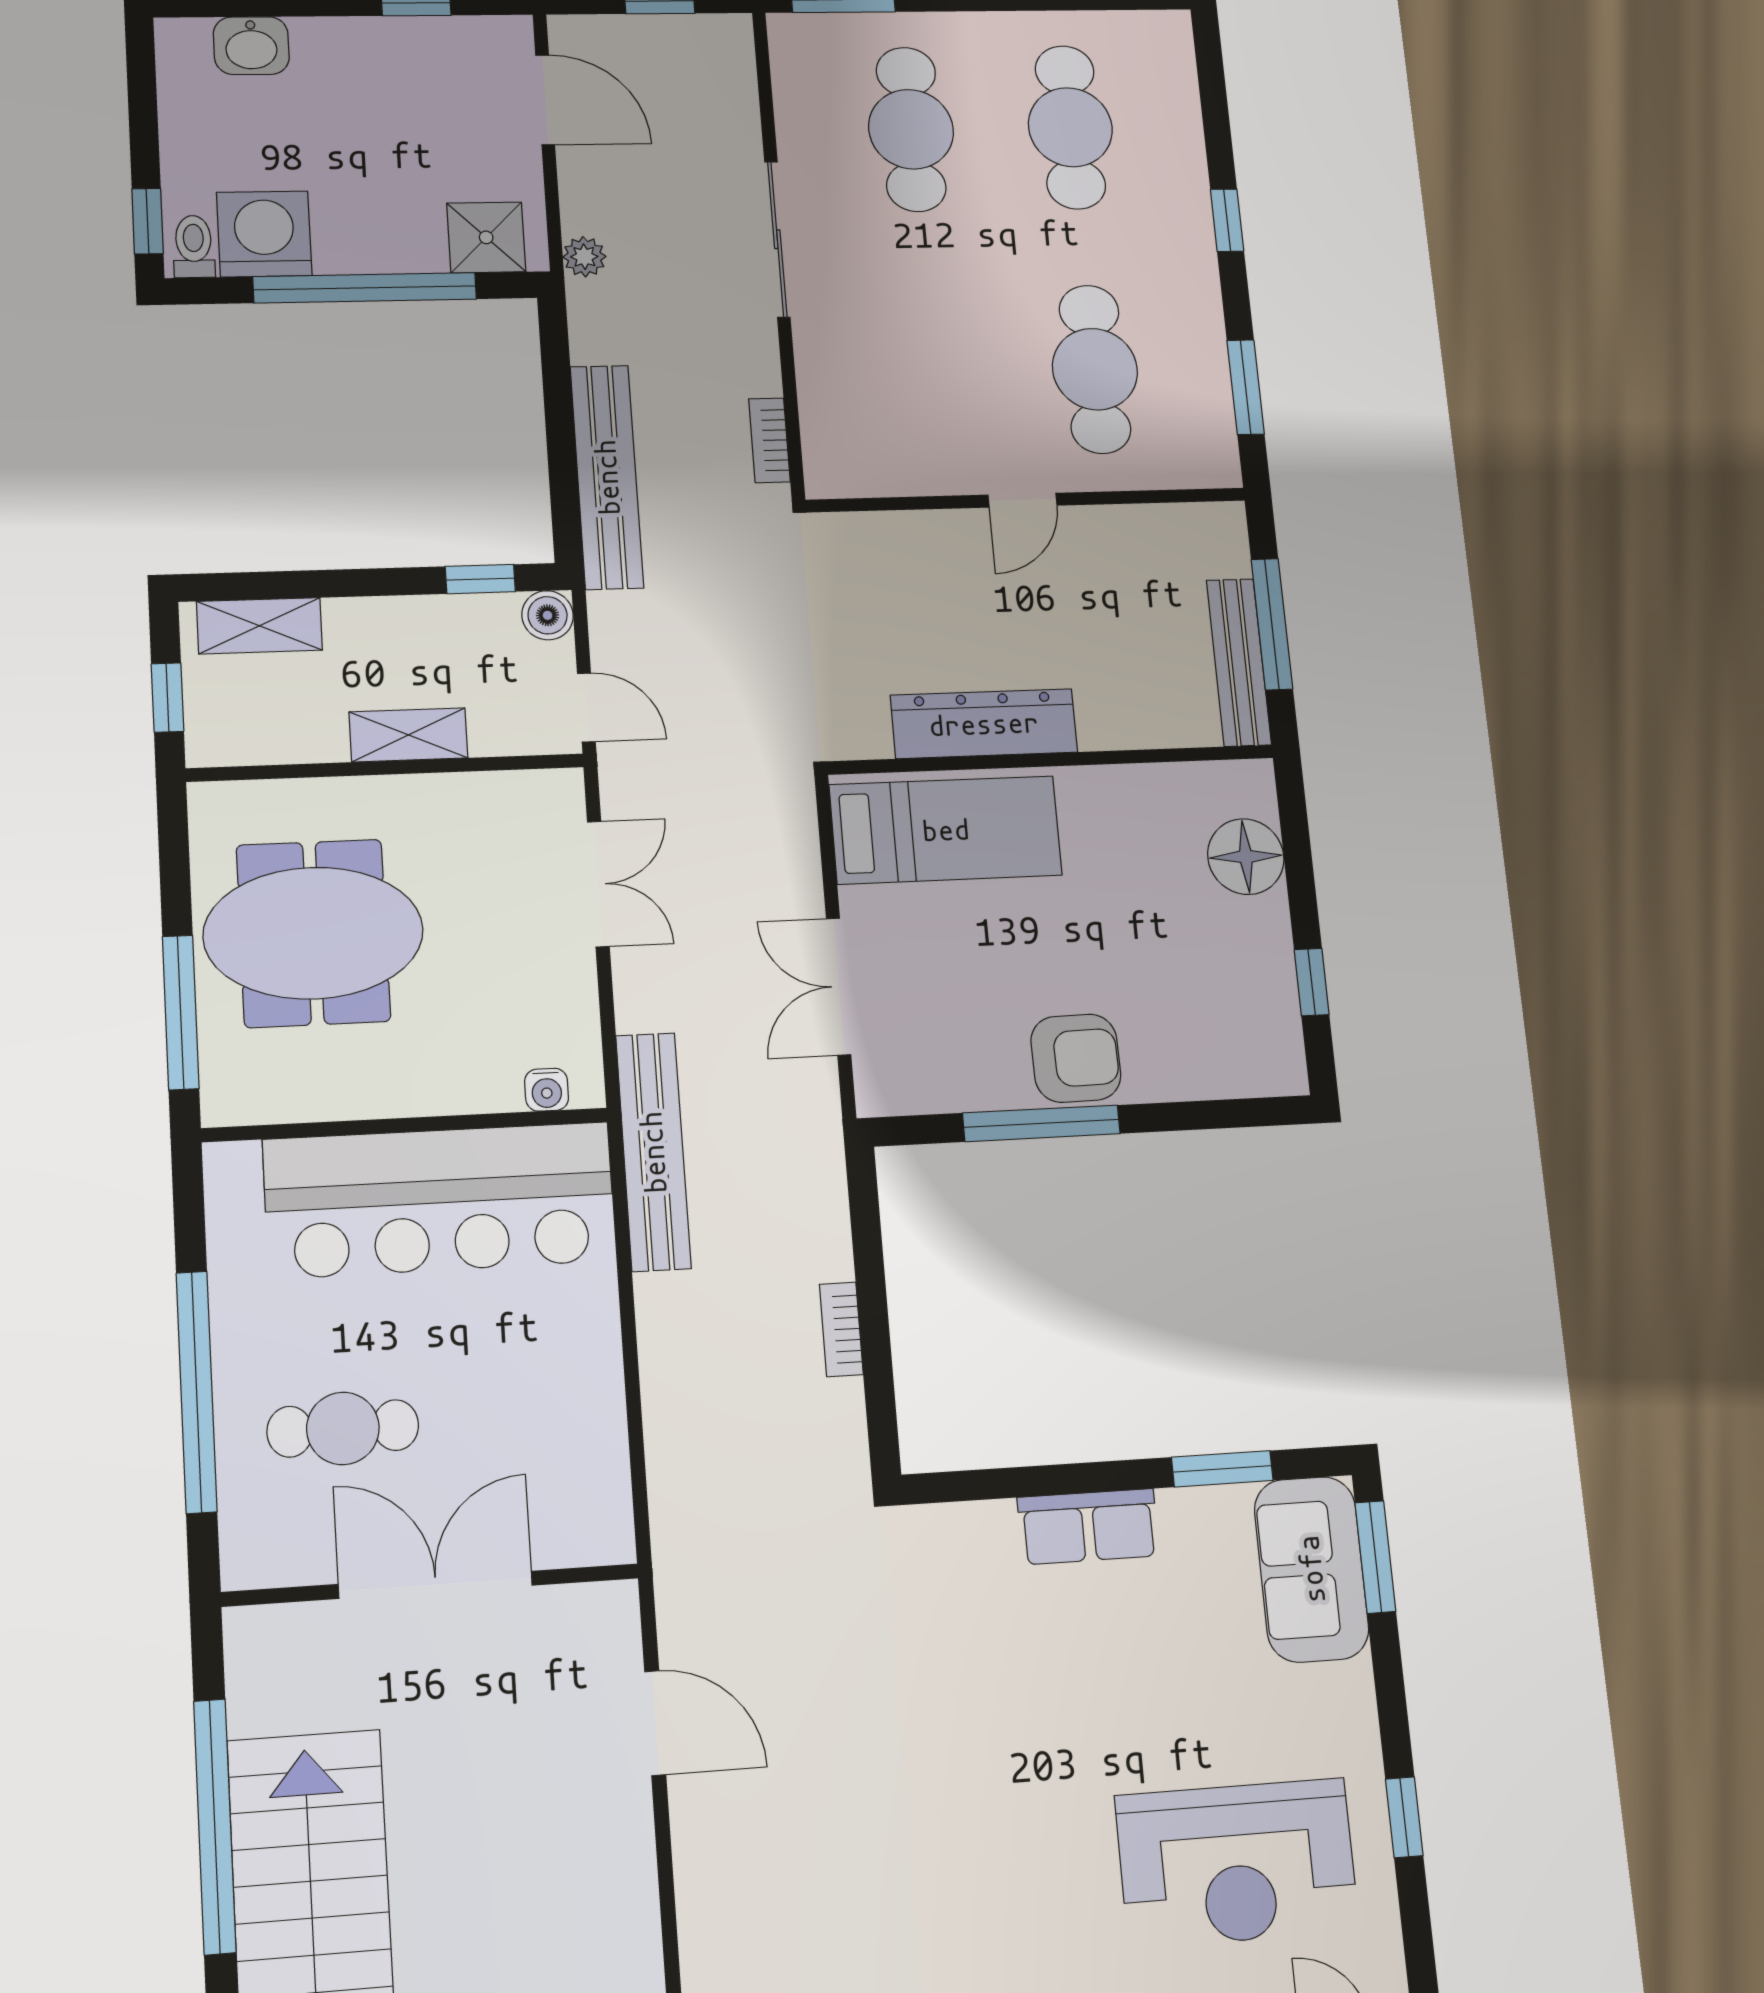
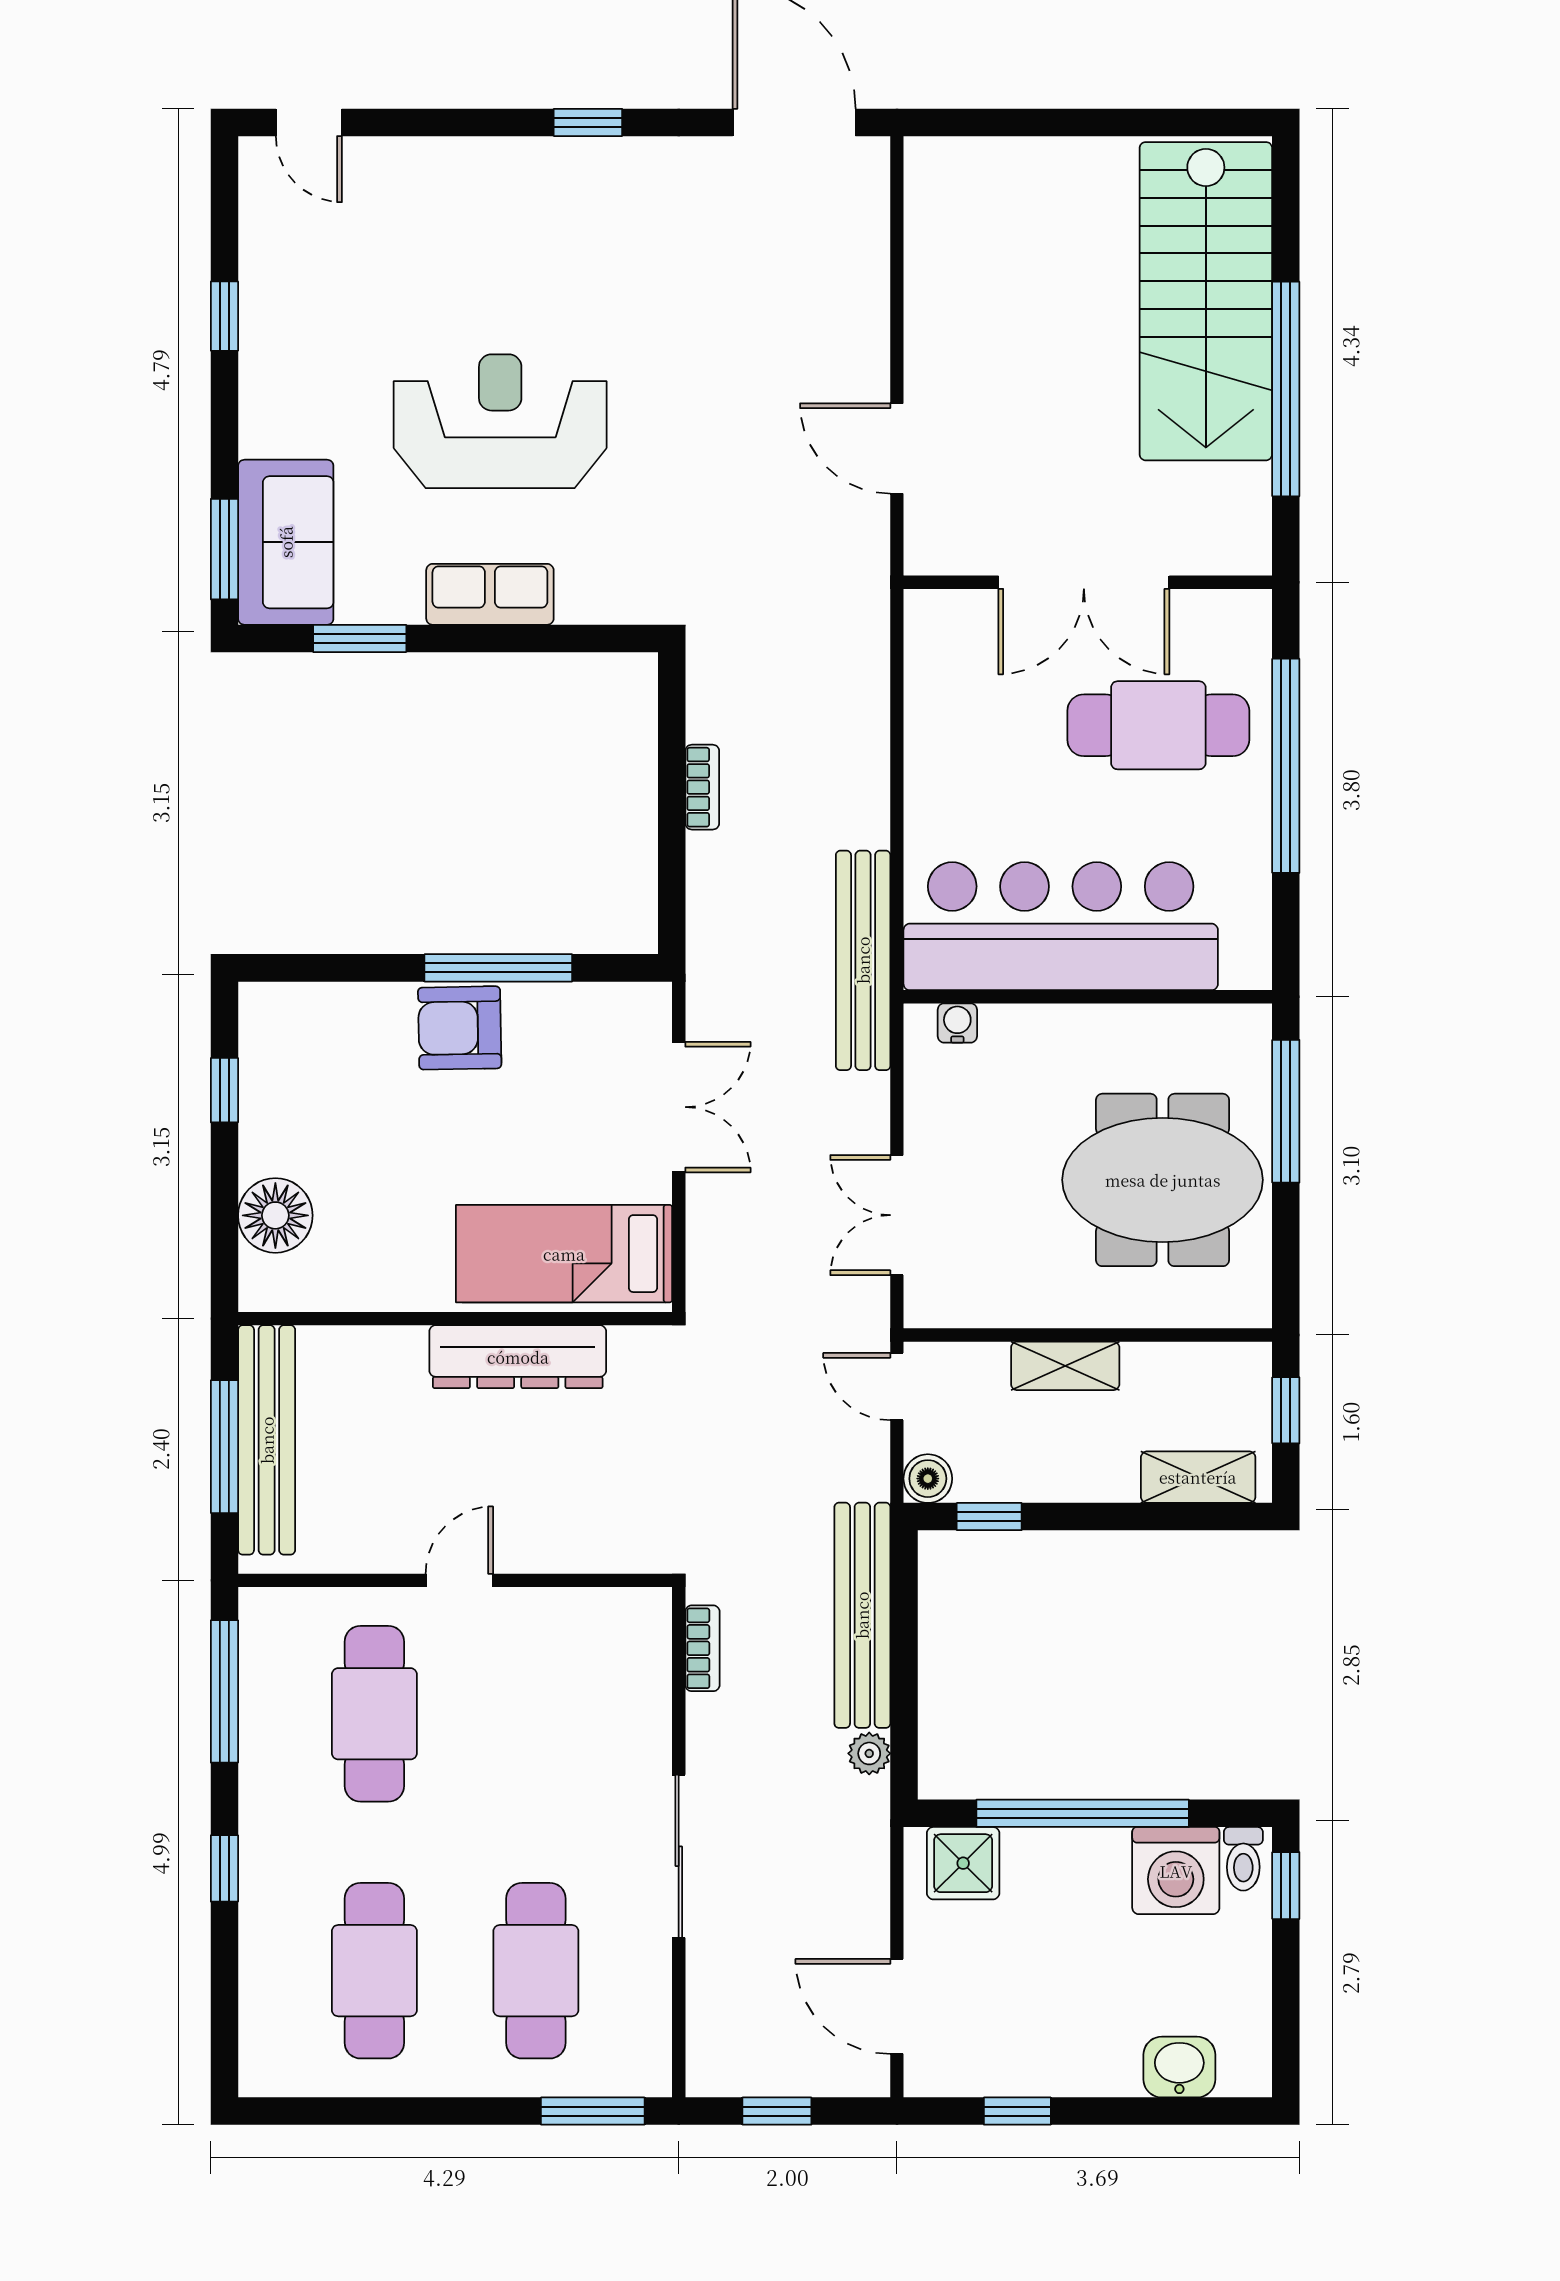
plant: (584, 257) -> (869, 1753), moved
window: (1246, 387) -> (224, 1691), width x1.44
bench: (1239, 662) -> (267, 1440), width x1.37, depth x1.21
cafe table: (343, 1428) -> (1158, 725), width x1.37, depth x1.35
reception desk: (1237, 1863) -> (500, 421), moved

